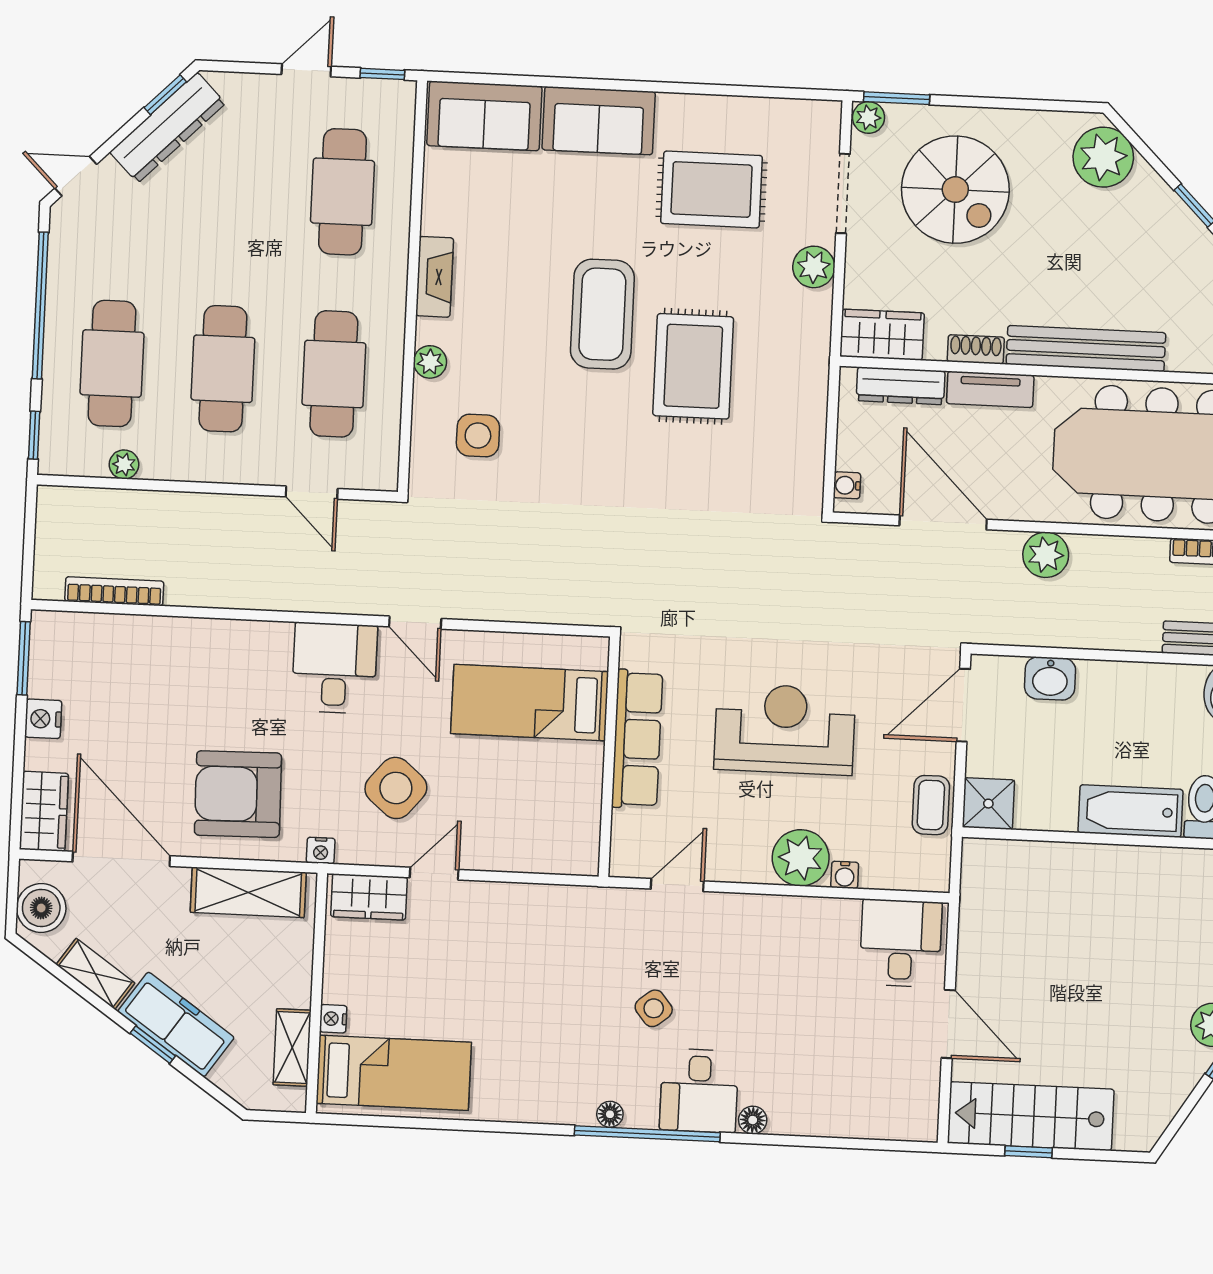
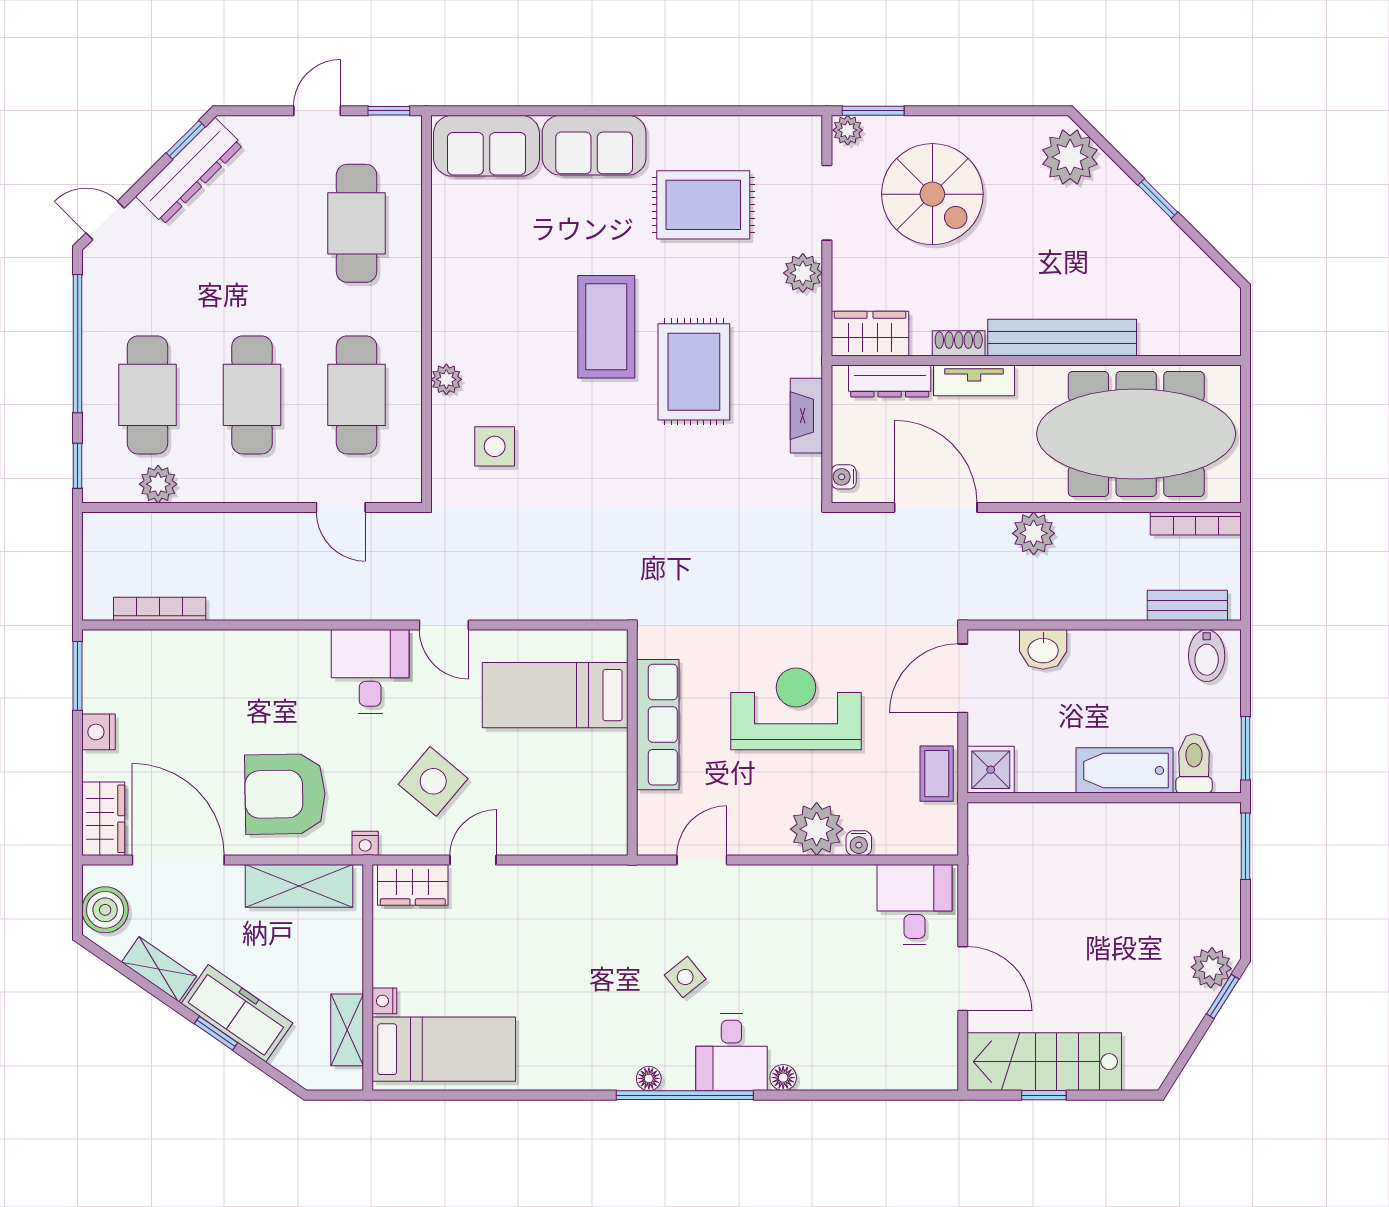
fireplace: (435, 277) -> (806, 416), moved, turned 180
plant: (124, 464) -> (158, 484), width x1.38, depth x1.38

